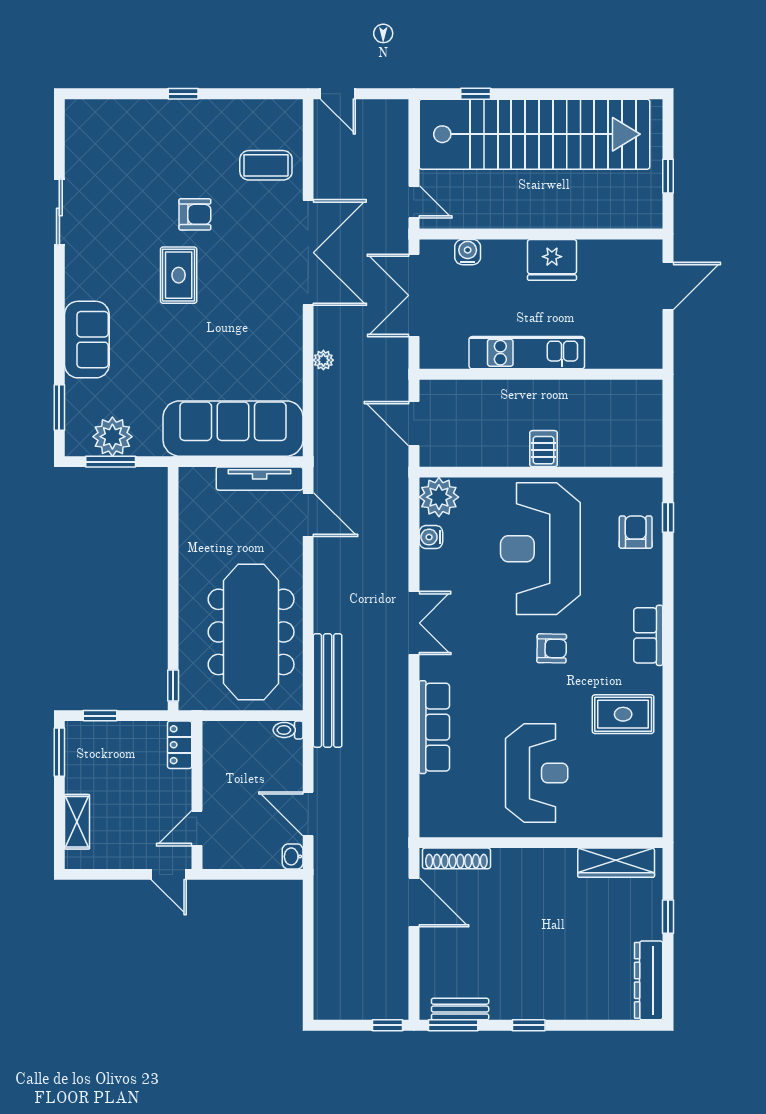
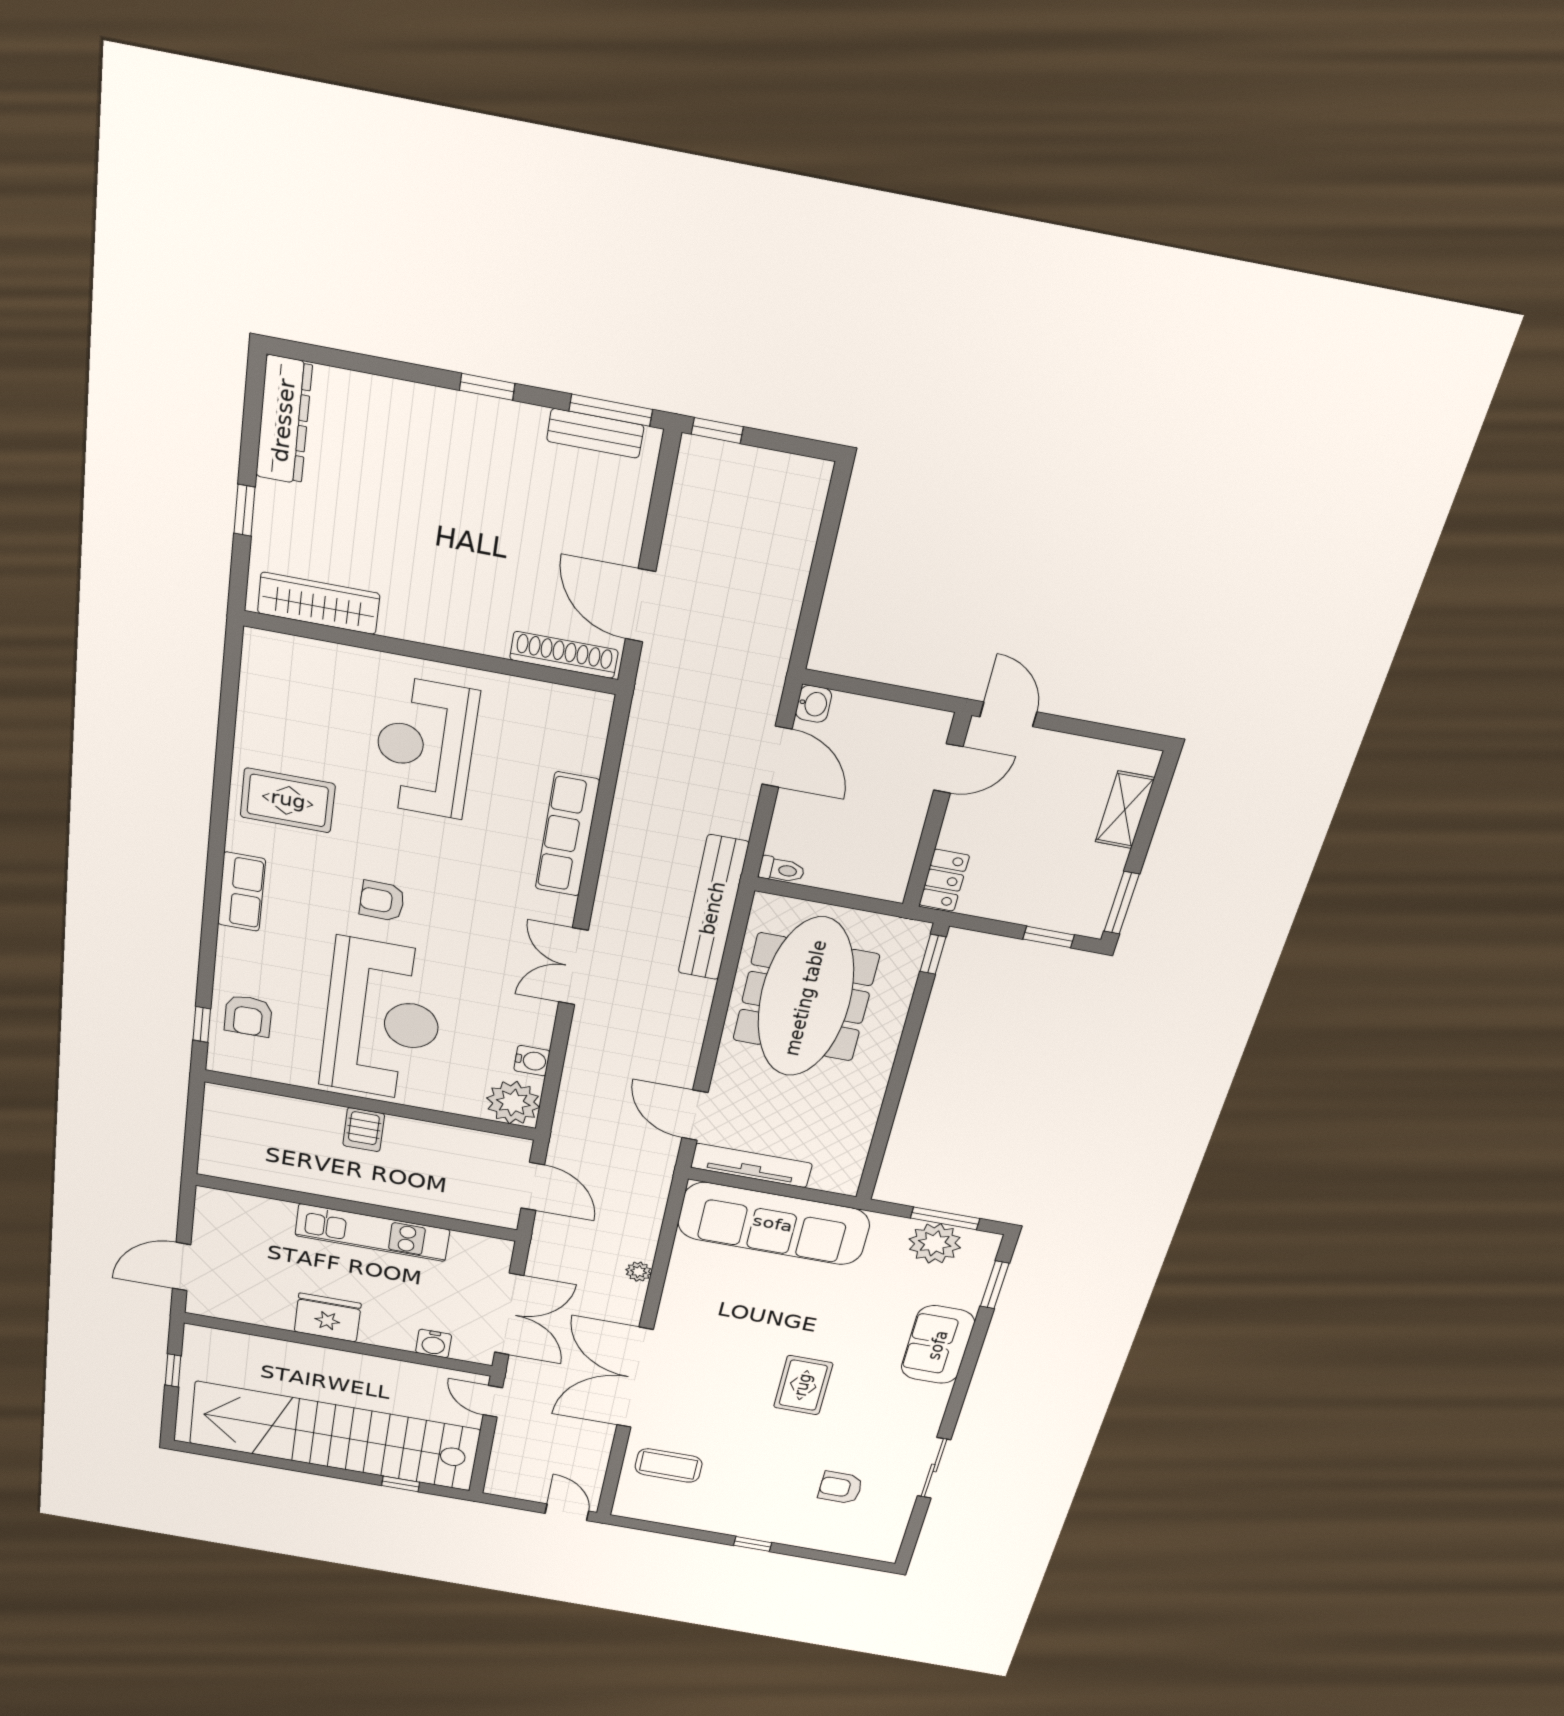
armchair: (195, 214) -> (840, 1488), moved

